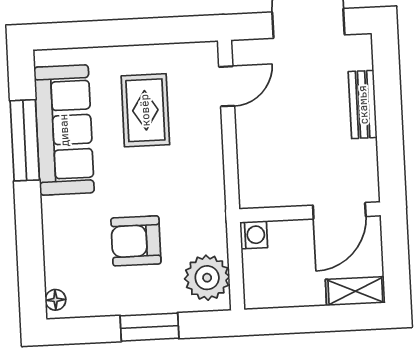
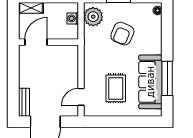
bench: (363, 105) -> (24, 102), moved
washing machine: (254, 235) -> (73, 18), moved
armchair: (136, 241) -> (122, 34), turned 113

